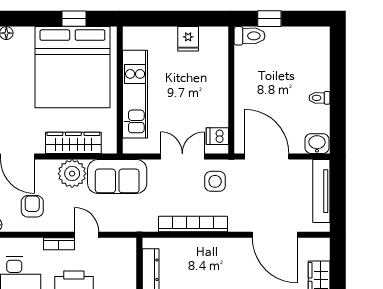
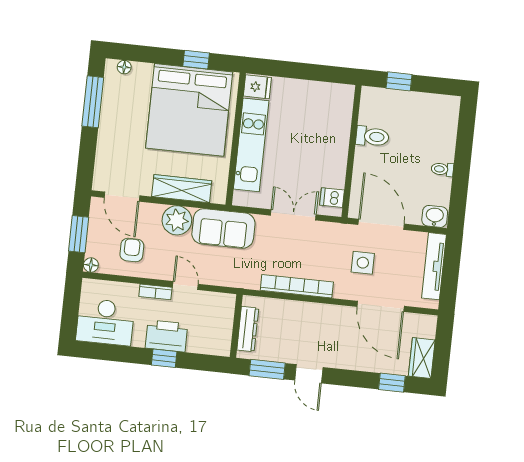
toilet: (250, 36) -> (372, 136), moved
fridge: (188, 39) -> (257, 87), moved, turned -90
side table: (215, 181) -> (363, 263), moved

